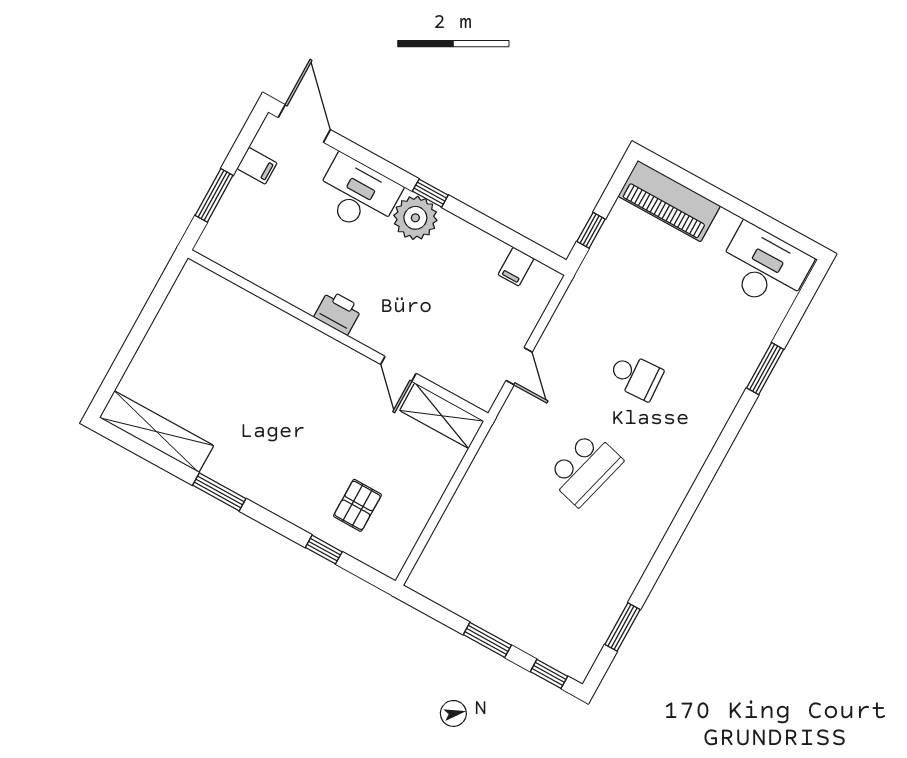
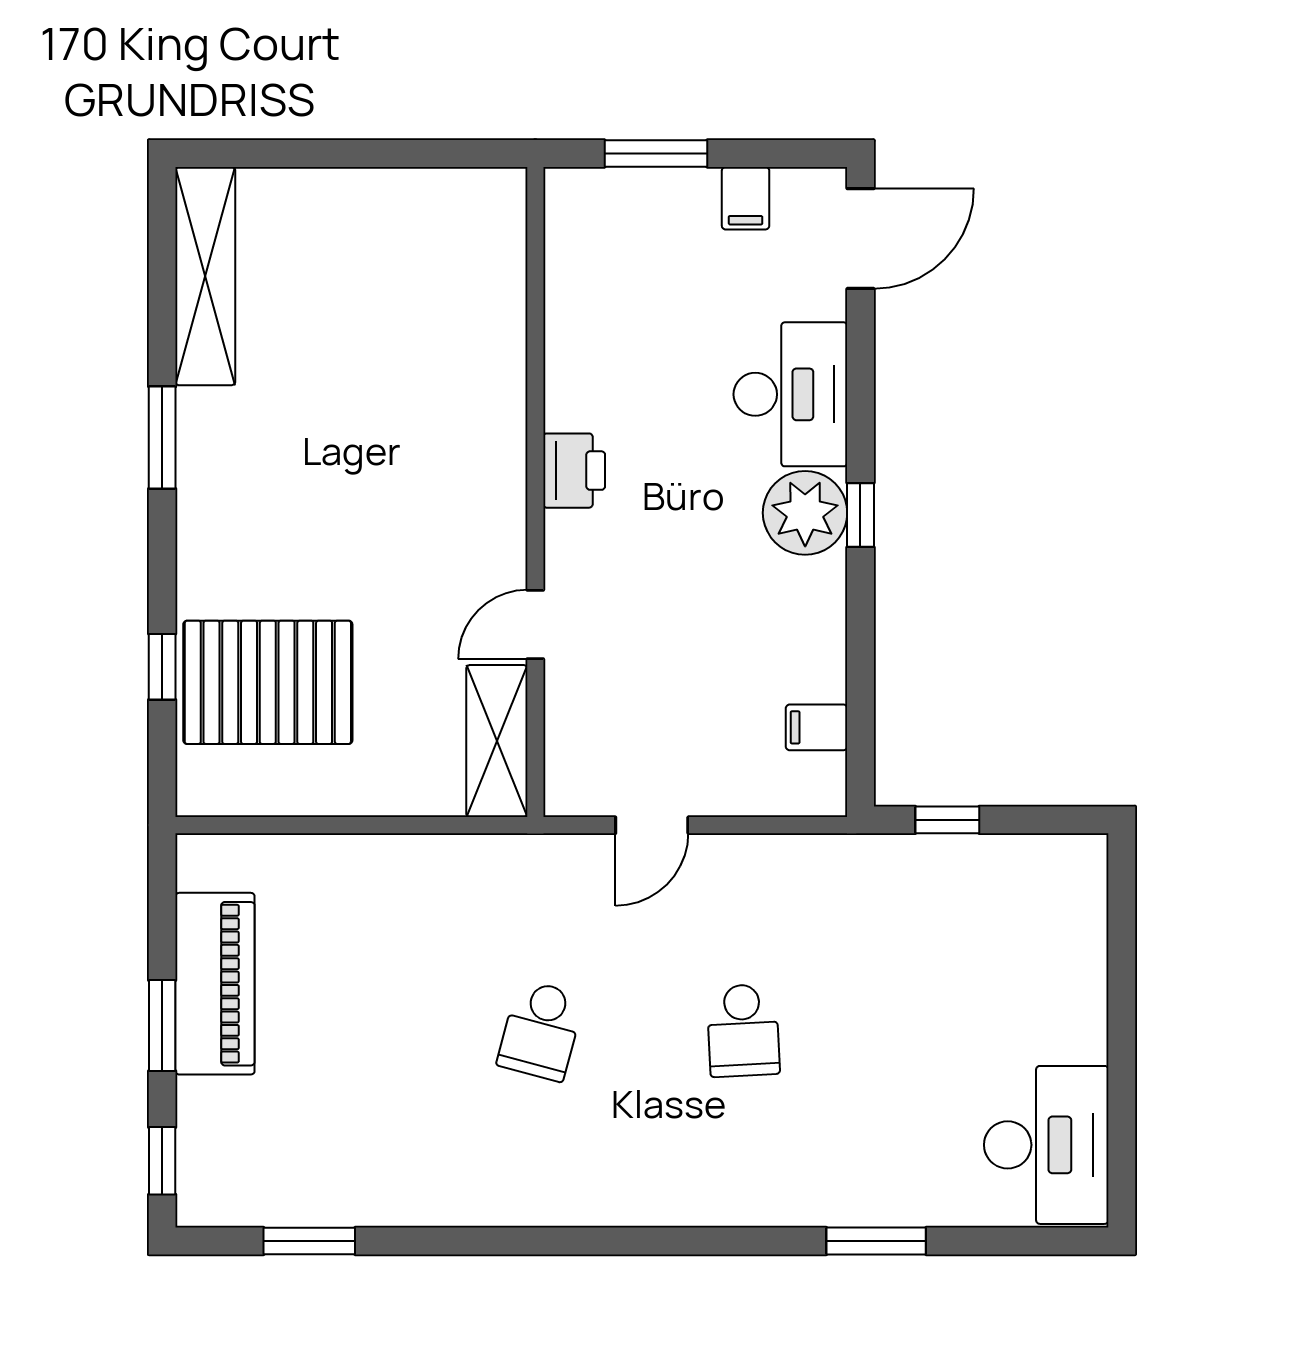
piano: (669, 201) -> (215, 984), moved, turned 180
school desk: (585, 469) -> (541, 1030), width x0.54
pallet: (357, 505) -> (268, 682), width x2.05, depth x2.00

